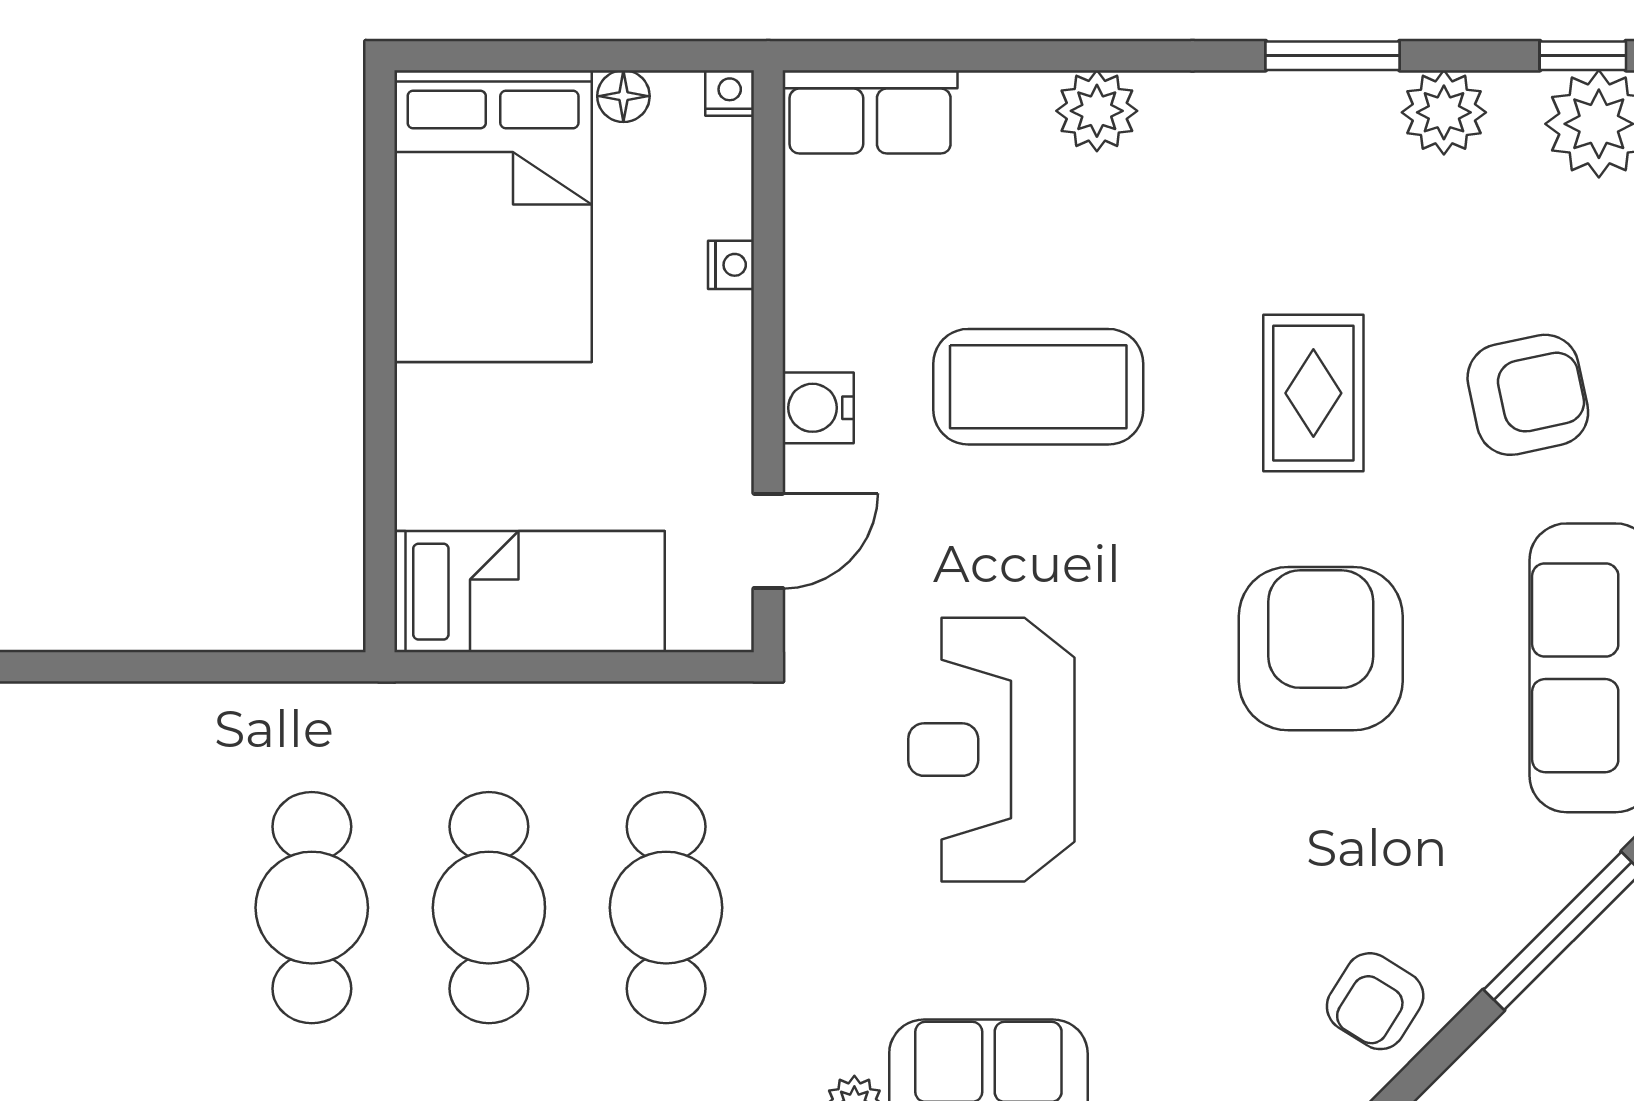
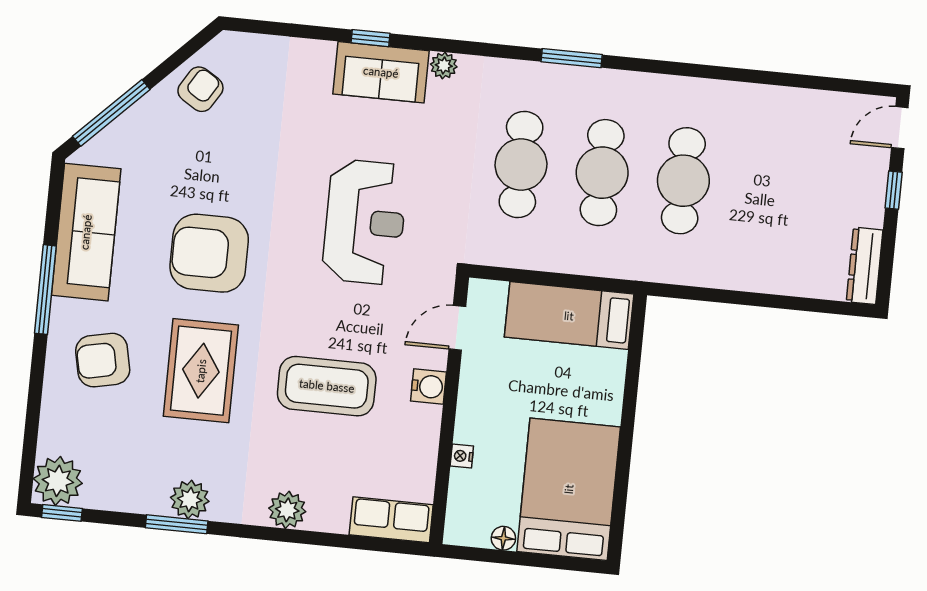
nightstand: (730, 93) -> (455, 535), removed
plant: (1444, 112) -> (190, 499), moved
rug: (1313, 393) -> (201, 371), width x1.36, depth x1.43
armchair: (1321, 649) -> (209, 253), turned 90

